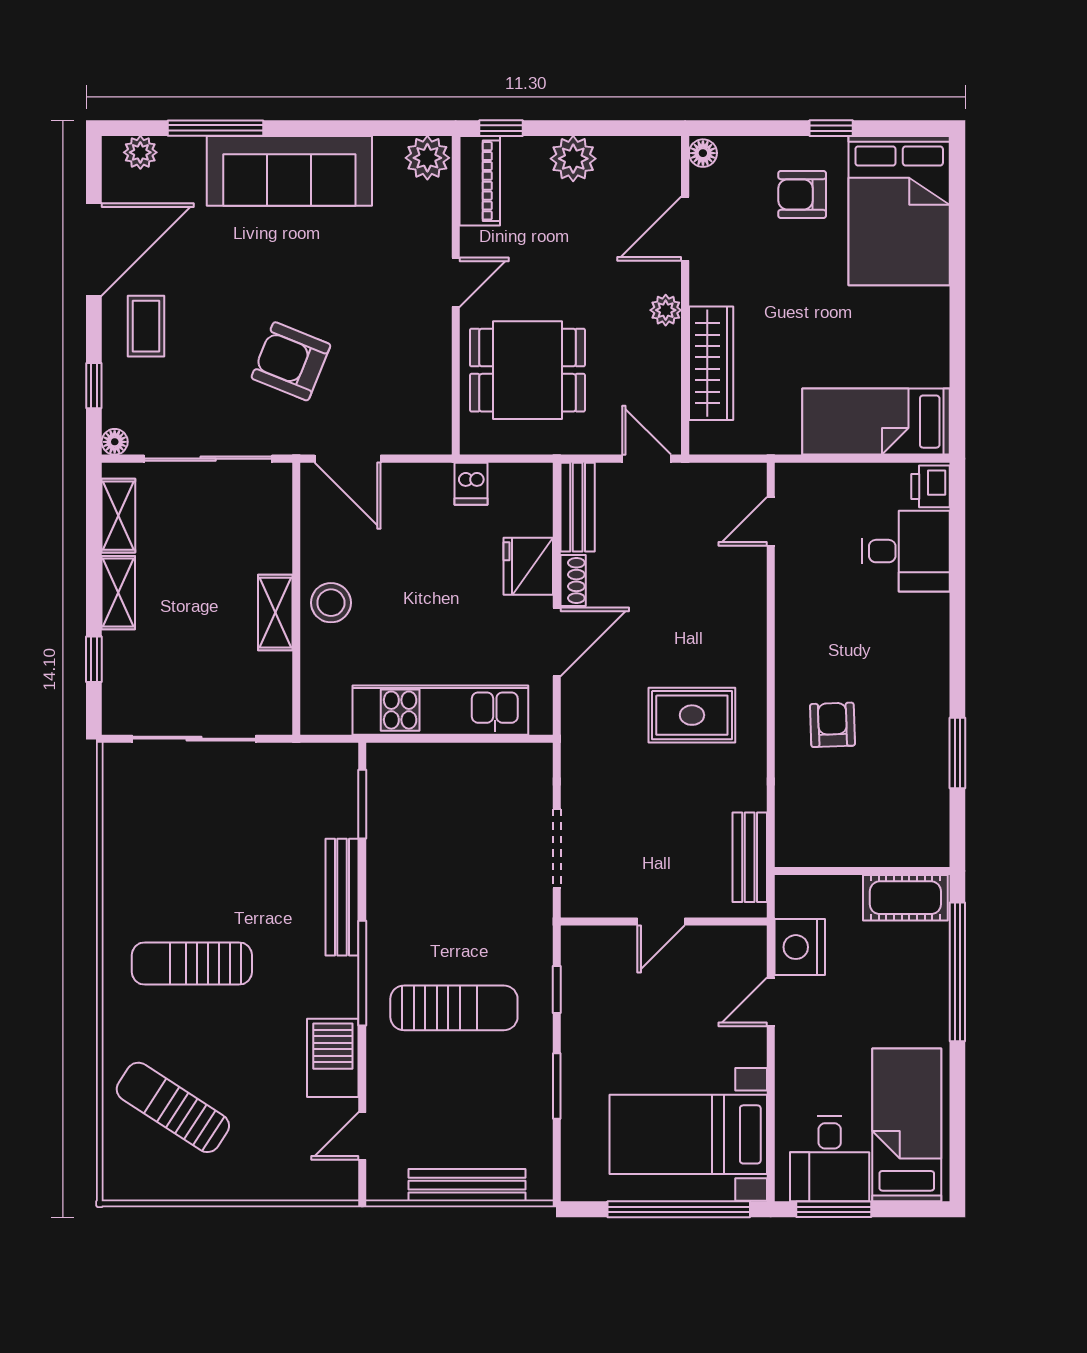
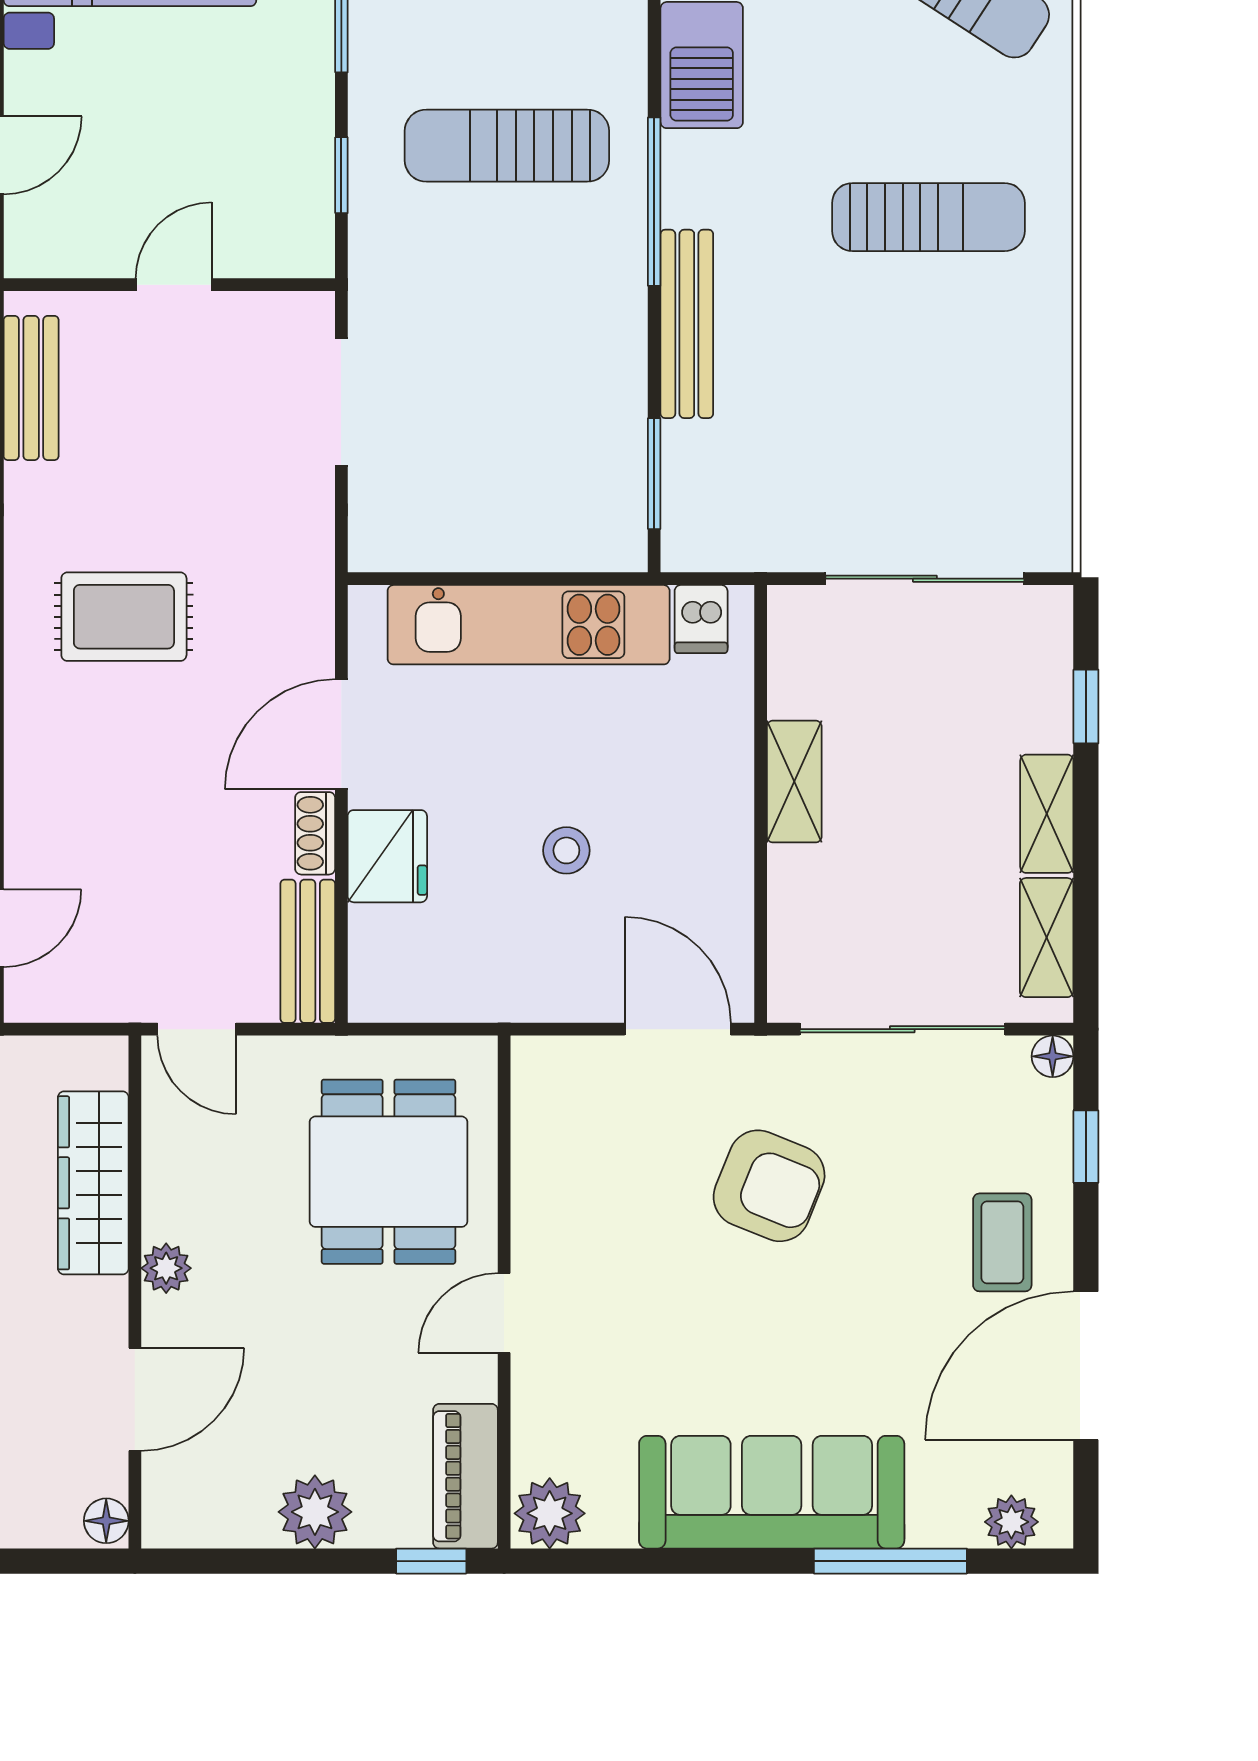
dining table: (527, 370) -> (389, 1172), turned 90
dishwasher: (471, 484) -> (701, 619), moved, turned 180
stool: (331, 603) -> (566, 850), moved, width x0.73, depth x0.73

